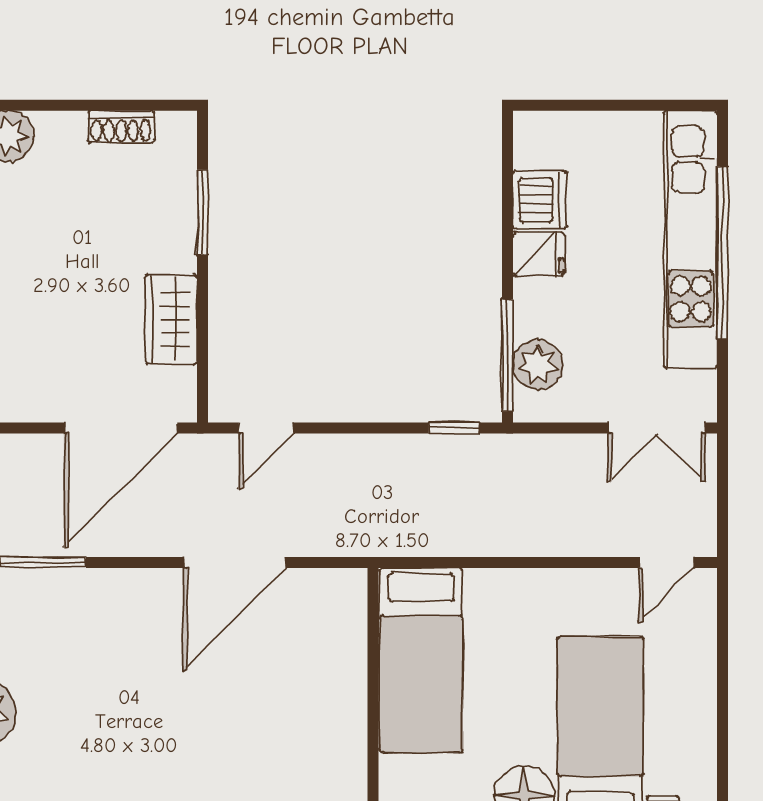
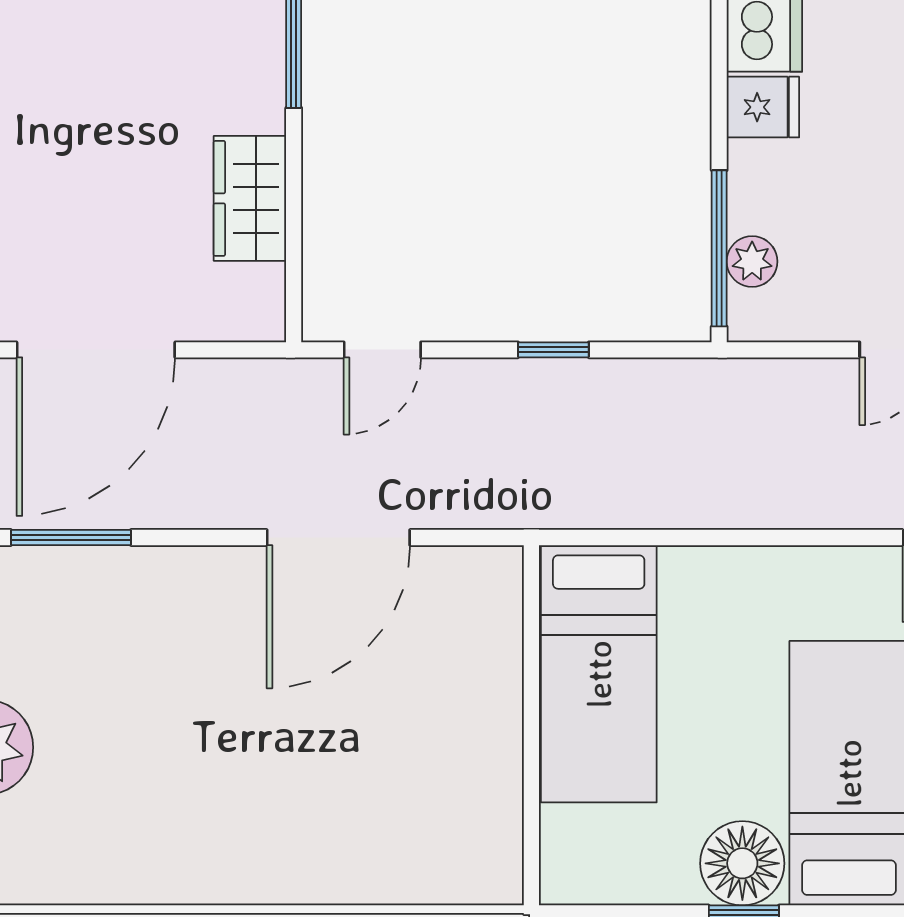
plant: (538, 365) -> (752, 261), width x0.73, depth x0.73
door: (121, 428) -> (96, 350), moved
window: (454, 428) -> (553, 350), moved

